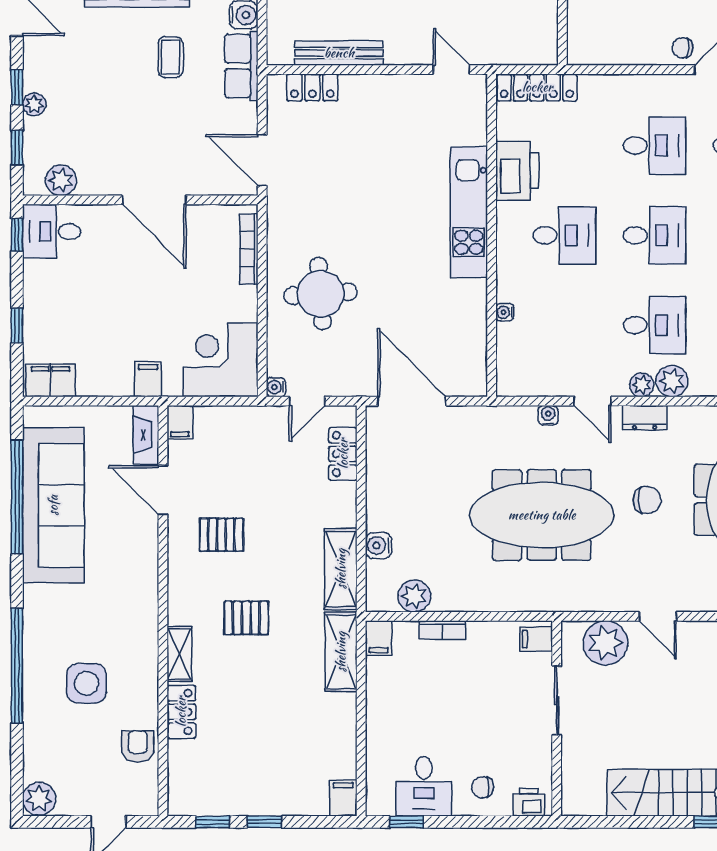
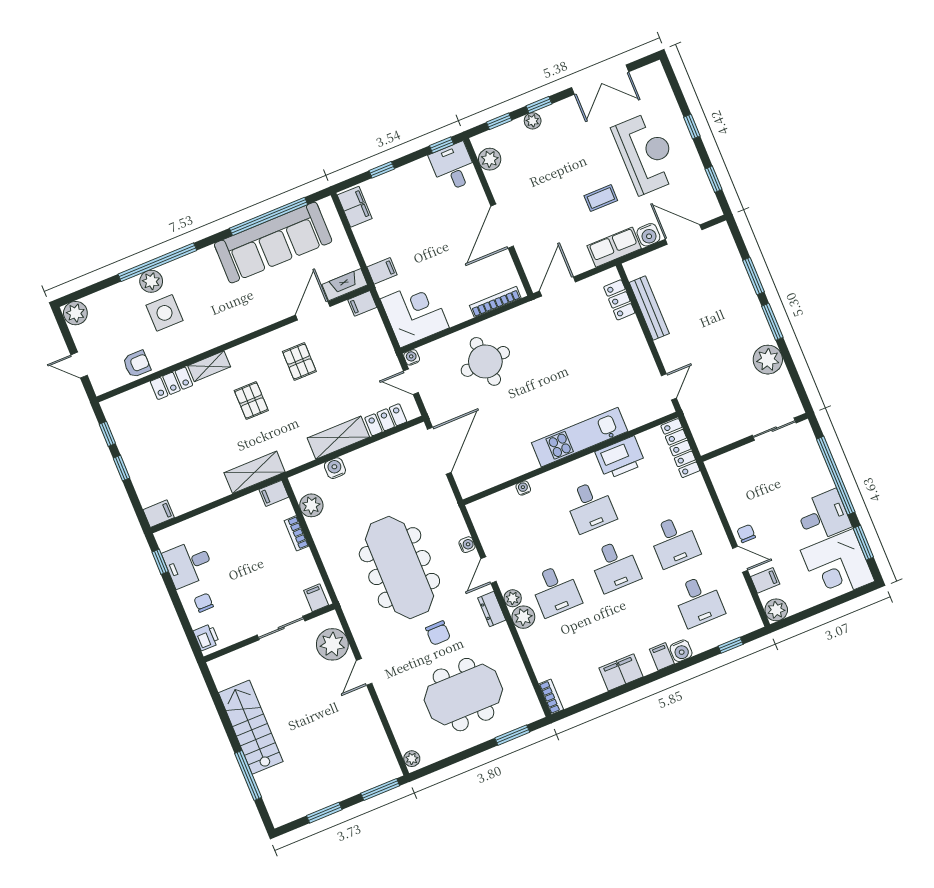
shelving: (341, 569) -> (338, 438), moved
plant: (38, 684) -> (151, 281), added

